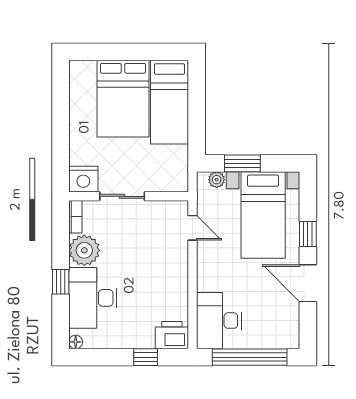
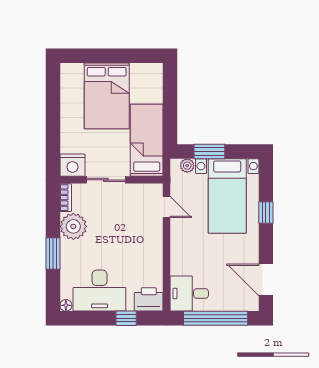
bed: (169, 102) -> (147, 140), moved, turned 180
window: (61, 282) -> (53, 253), width x1.50
door: (308, 283) -> (266, 280), moved
desk: (93, 298) -> (99, 291), moved, turned -90
desk: (219, 321) -> (189, 294), width x0.73

